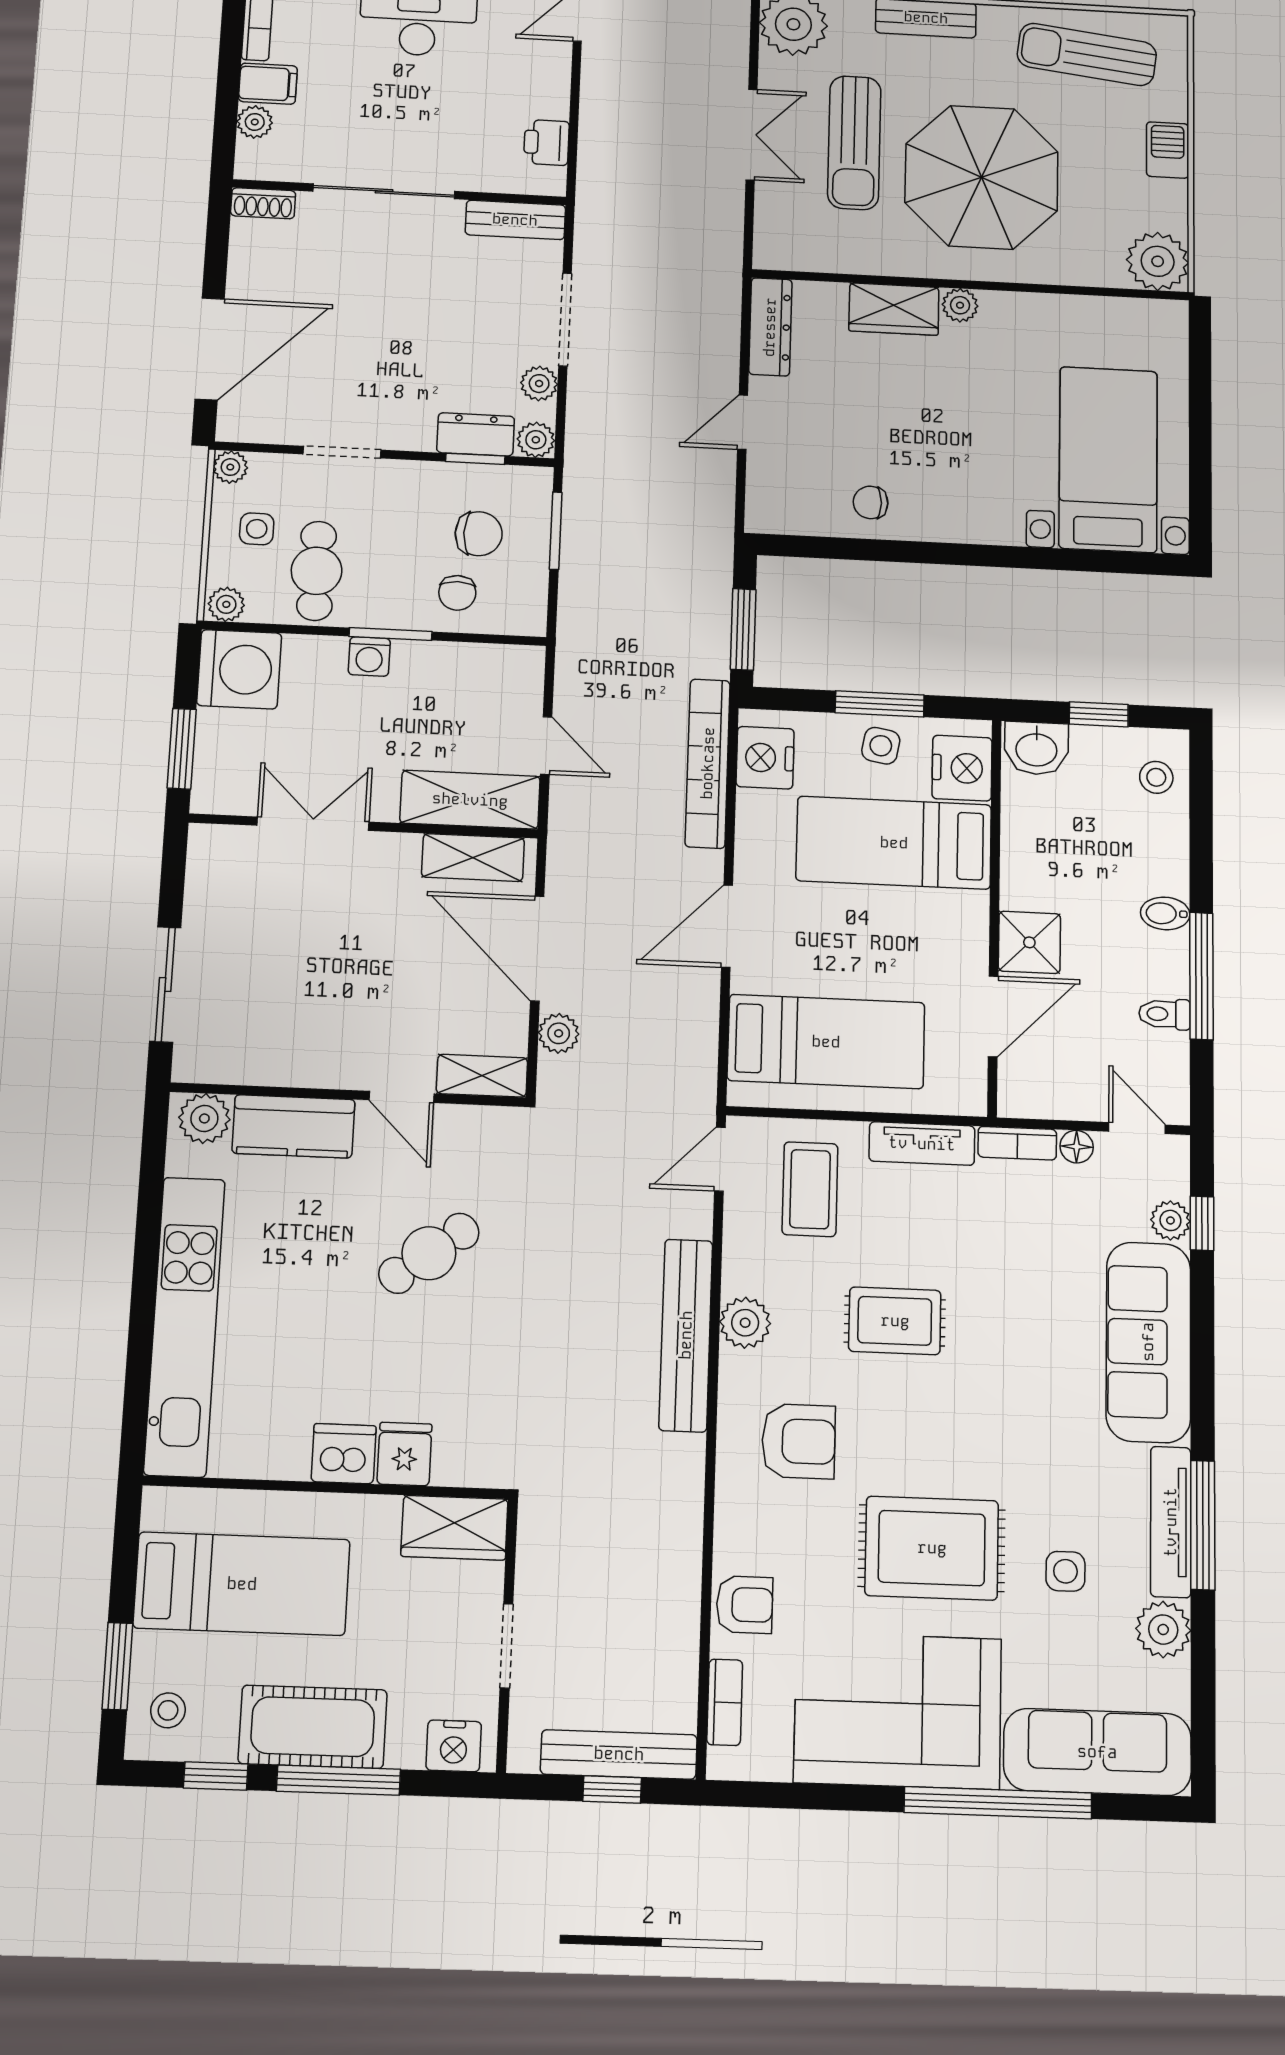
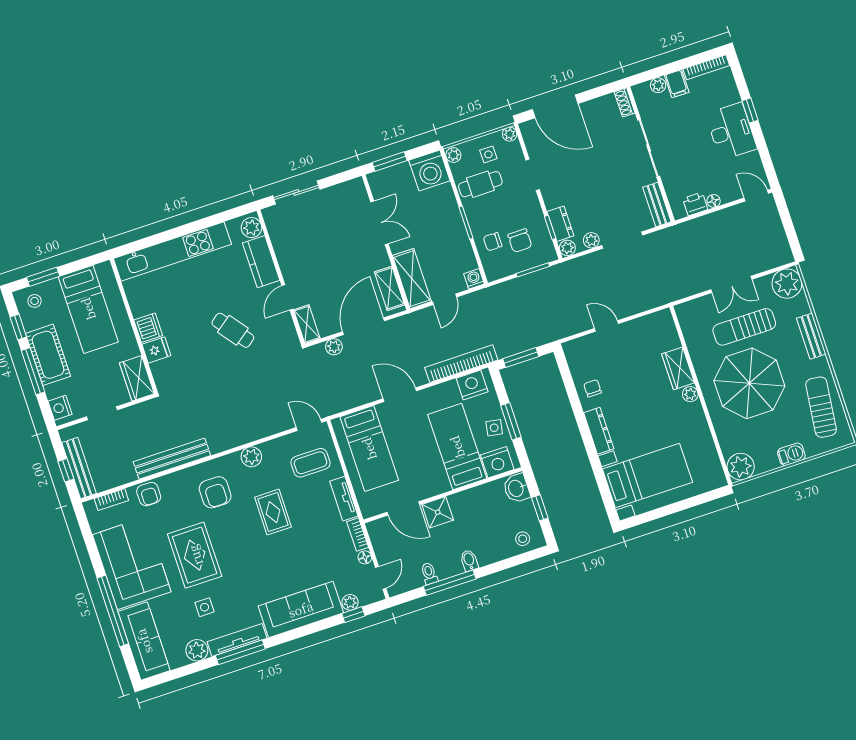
floor lamp: (555, 104) -> (714, 201), added
dresser: (770, 327) -> (599, 431), moved, turned -90
washing machine: (369, 657) -> (474, 279), moved, turned 90
bench: (686, 1335) -> (172, 459), moved

